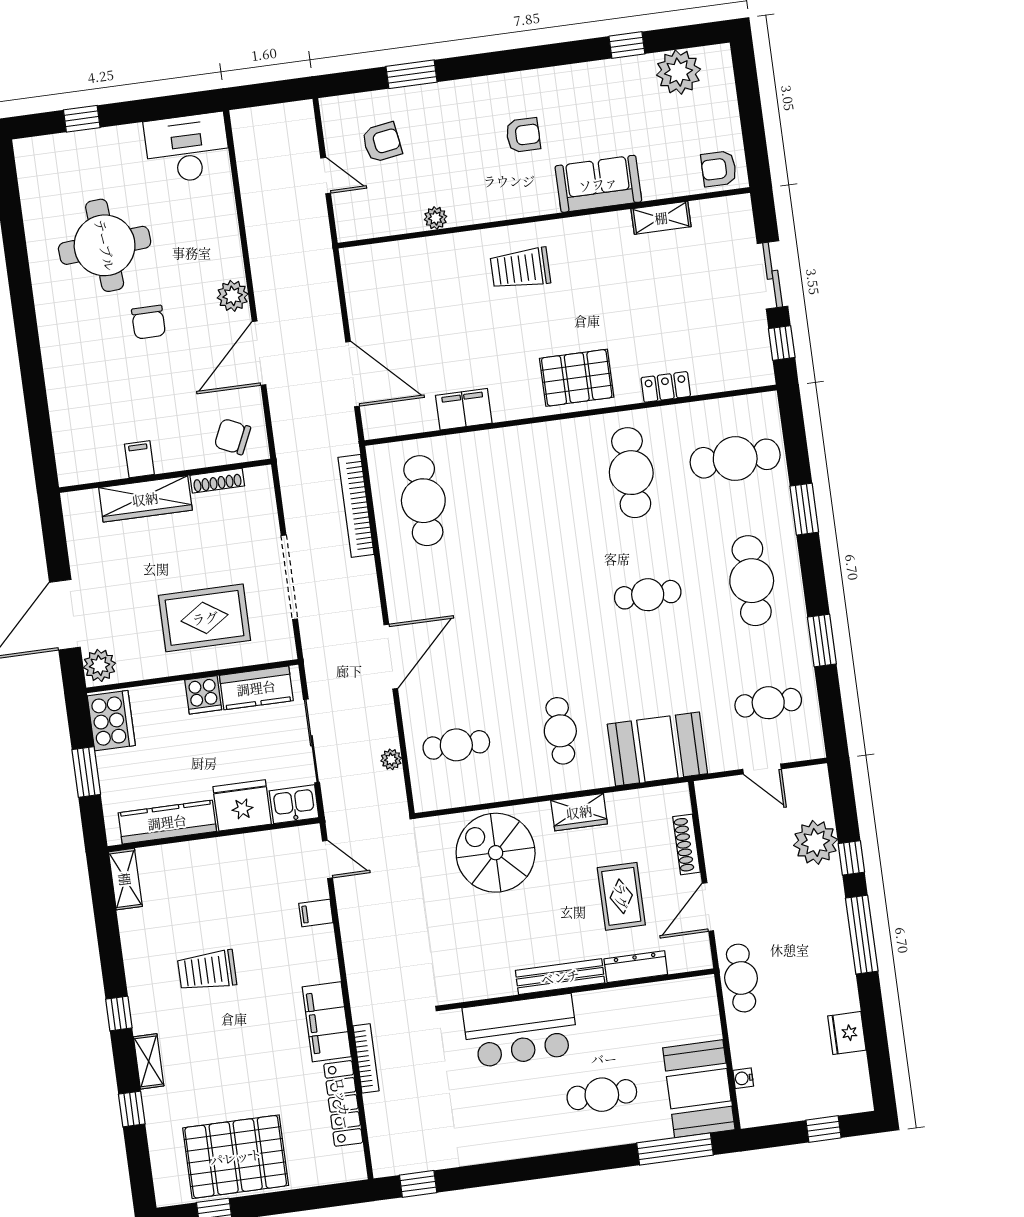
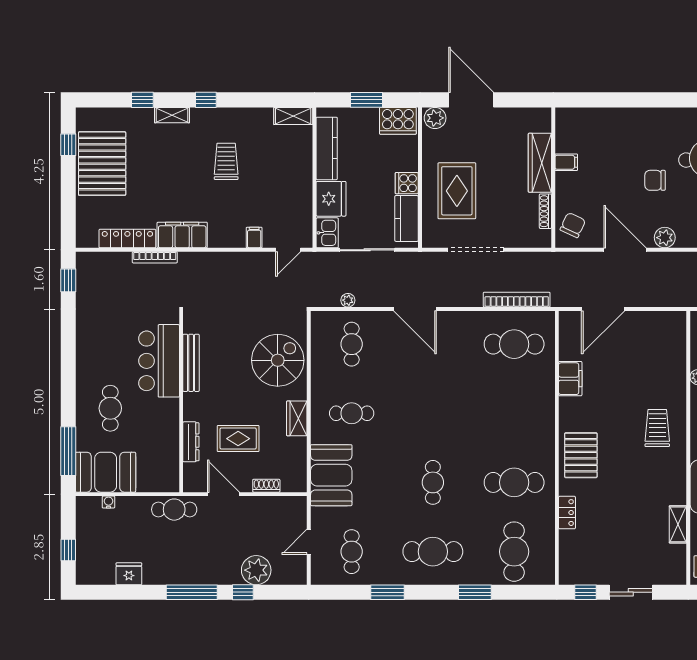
shoe rack: (686, 844) -> (266, 486), width x0.70
bench: (560, 977) -> (191, 363), moved

